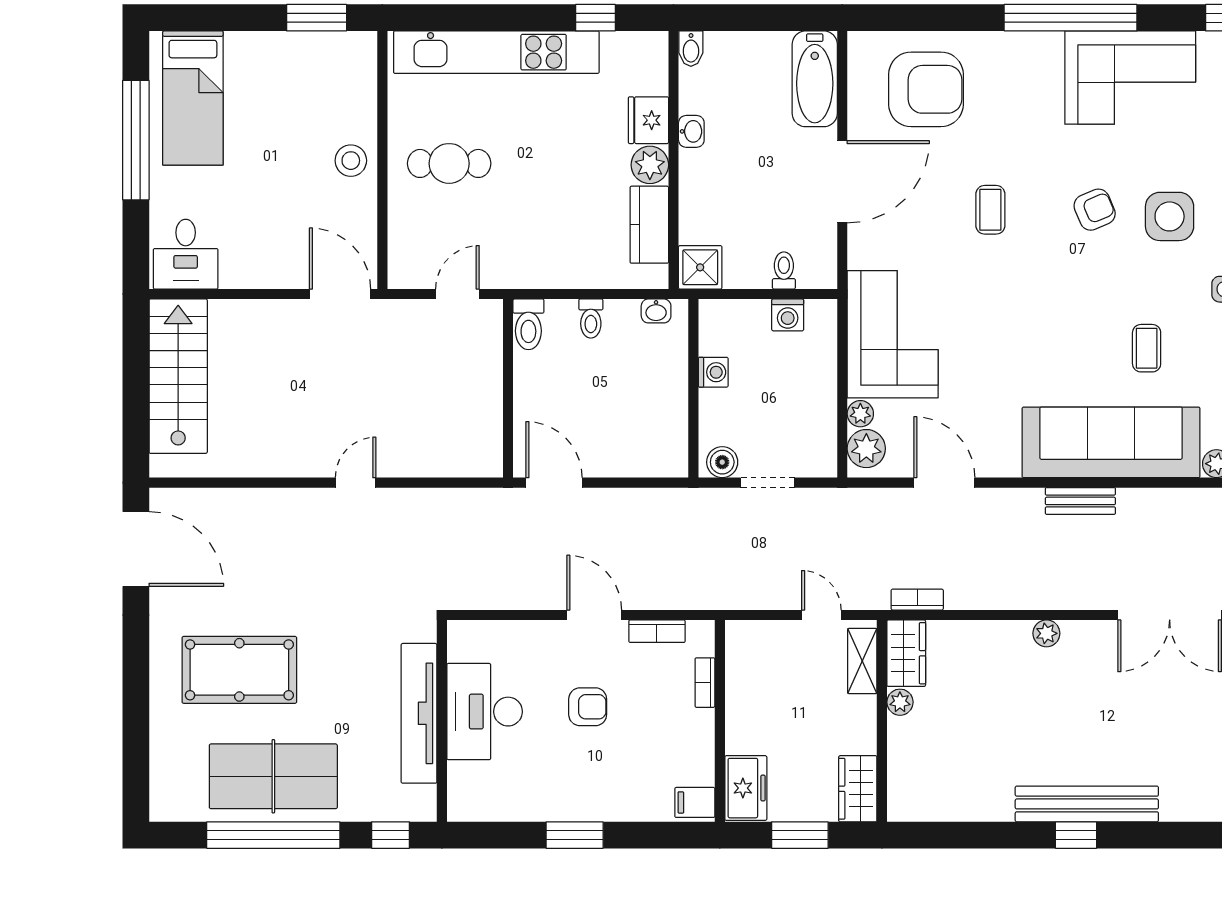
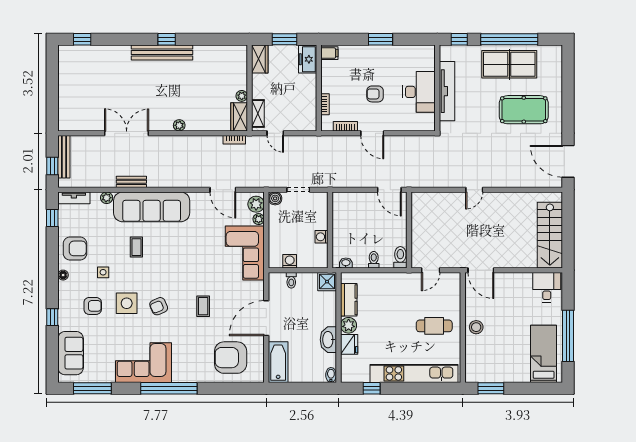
washbasin: (691, 131) -> (328, 340), width x1.91, depth x1.45
boiler: (722, 462) -> (275, 198), moved
bench: (1080, 501) -> (131, 182), moved

